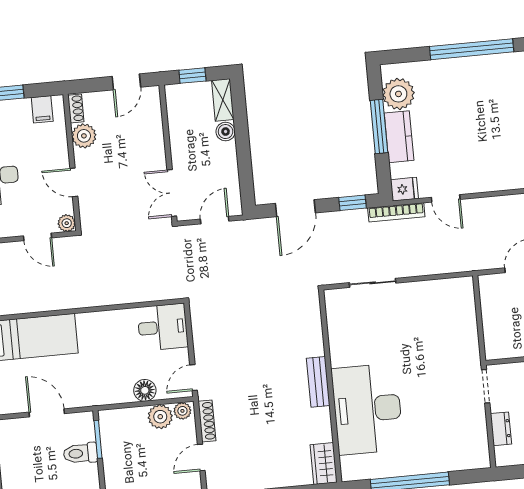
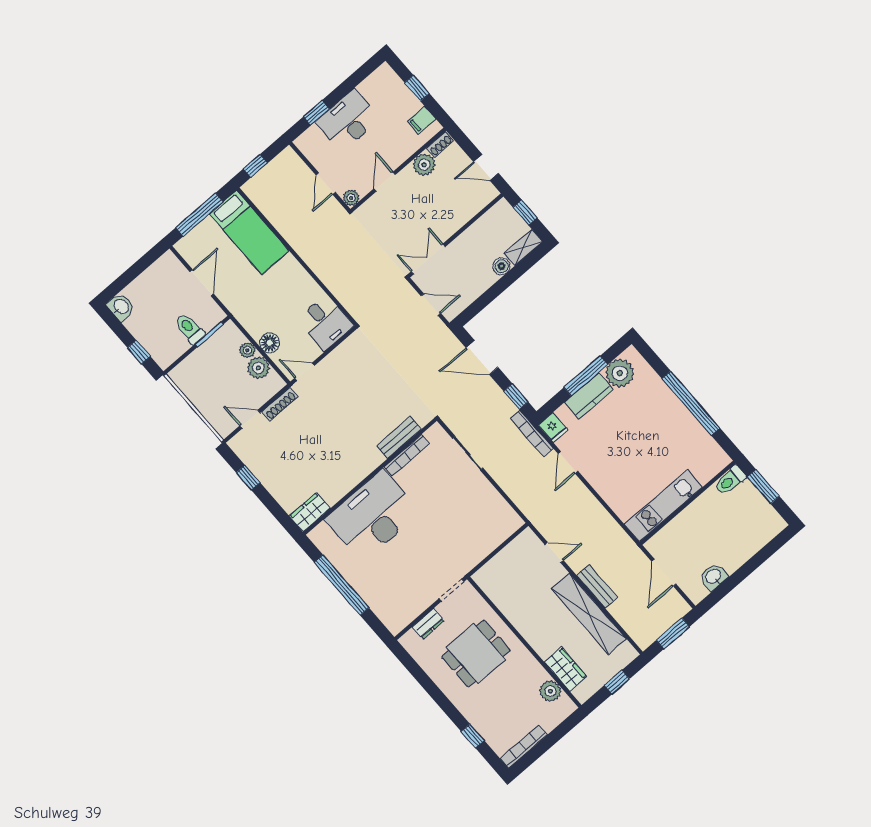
bookcase: (335, 339) -> (407, 455), added
bench: (318, 382) -> (399, 437), moved
plant: (182, 411) -> (248, 350), moved

